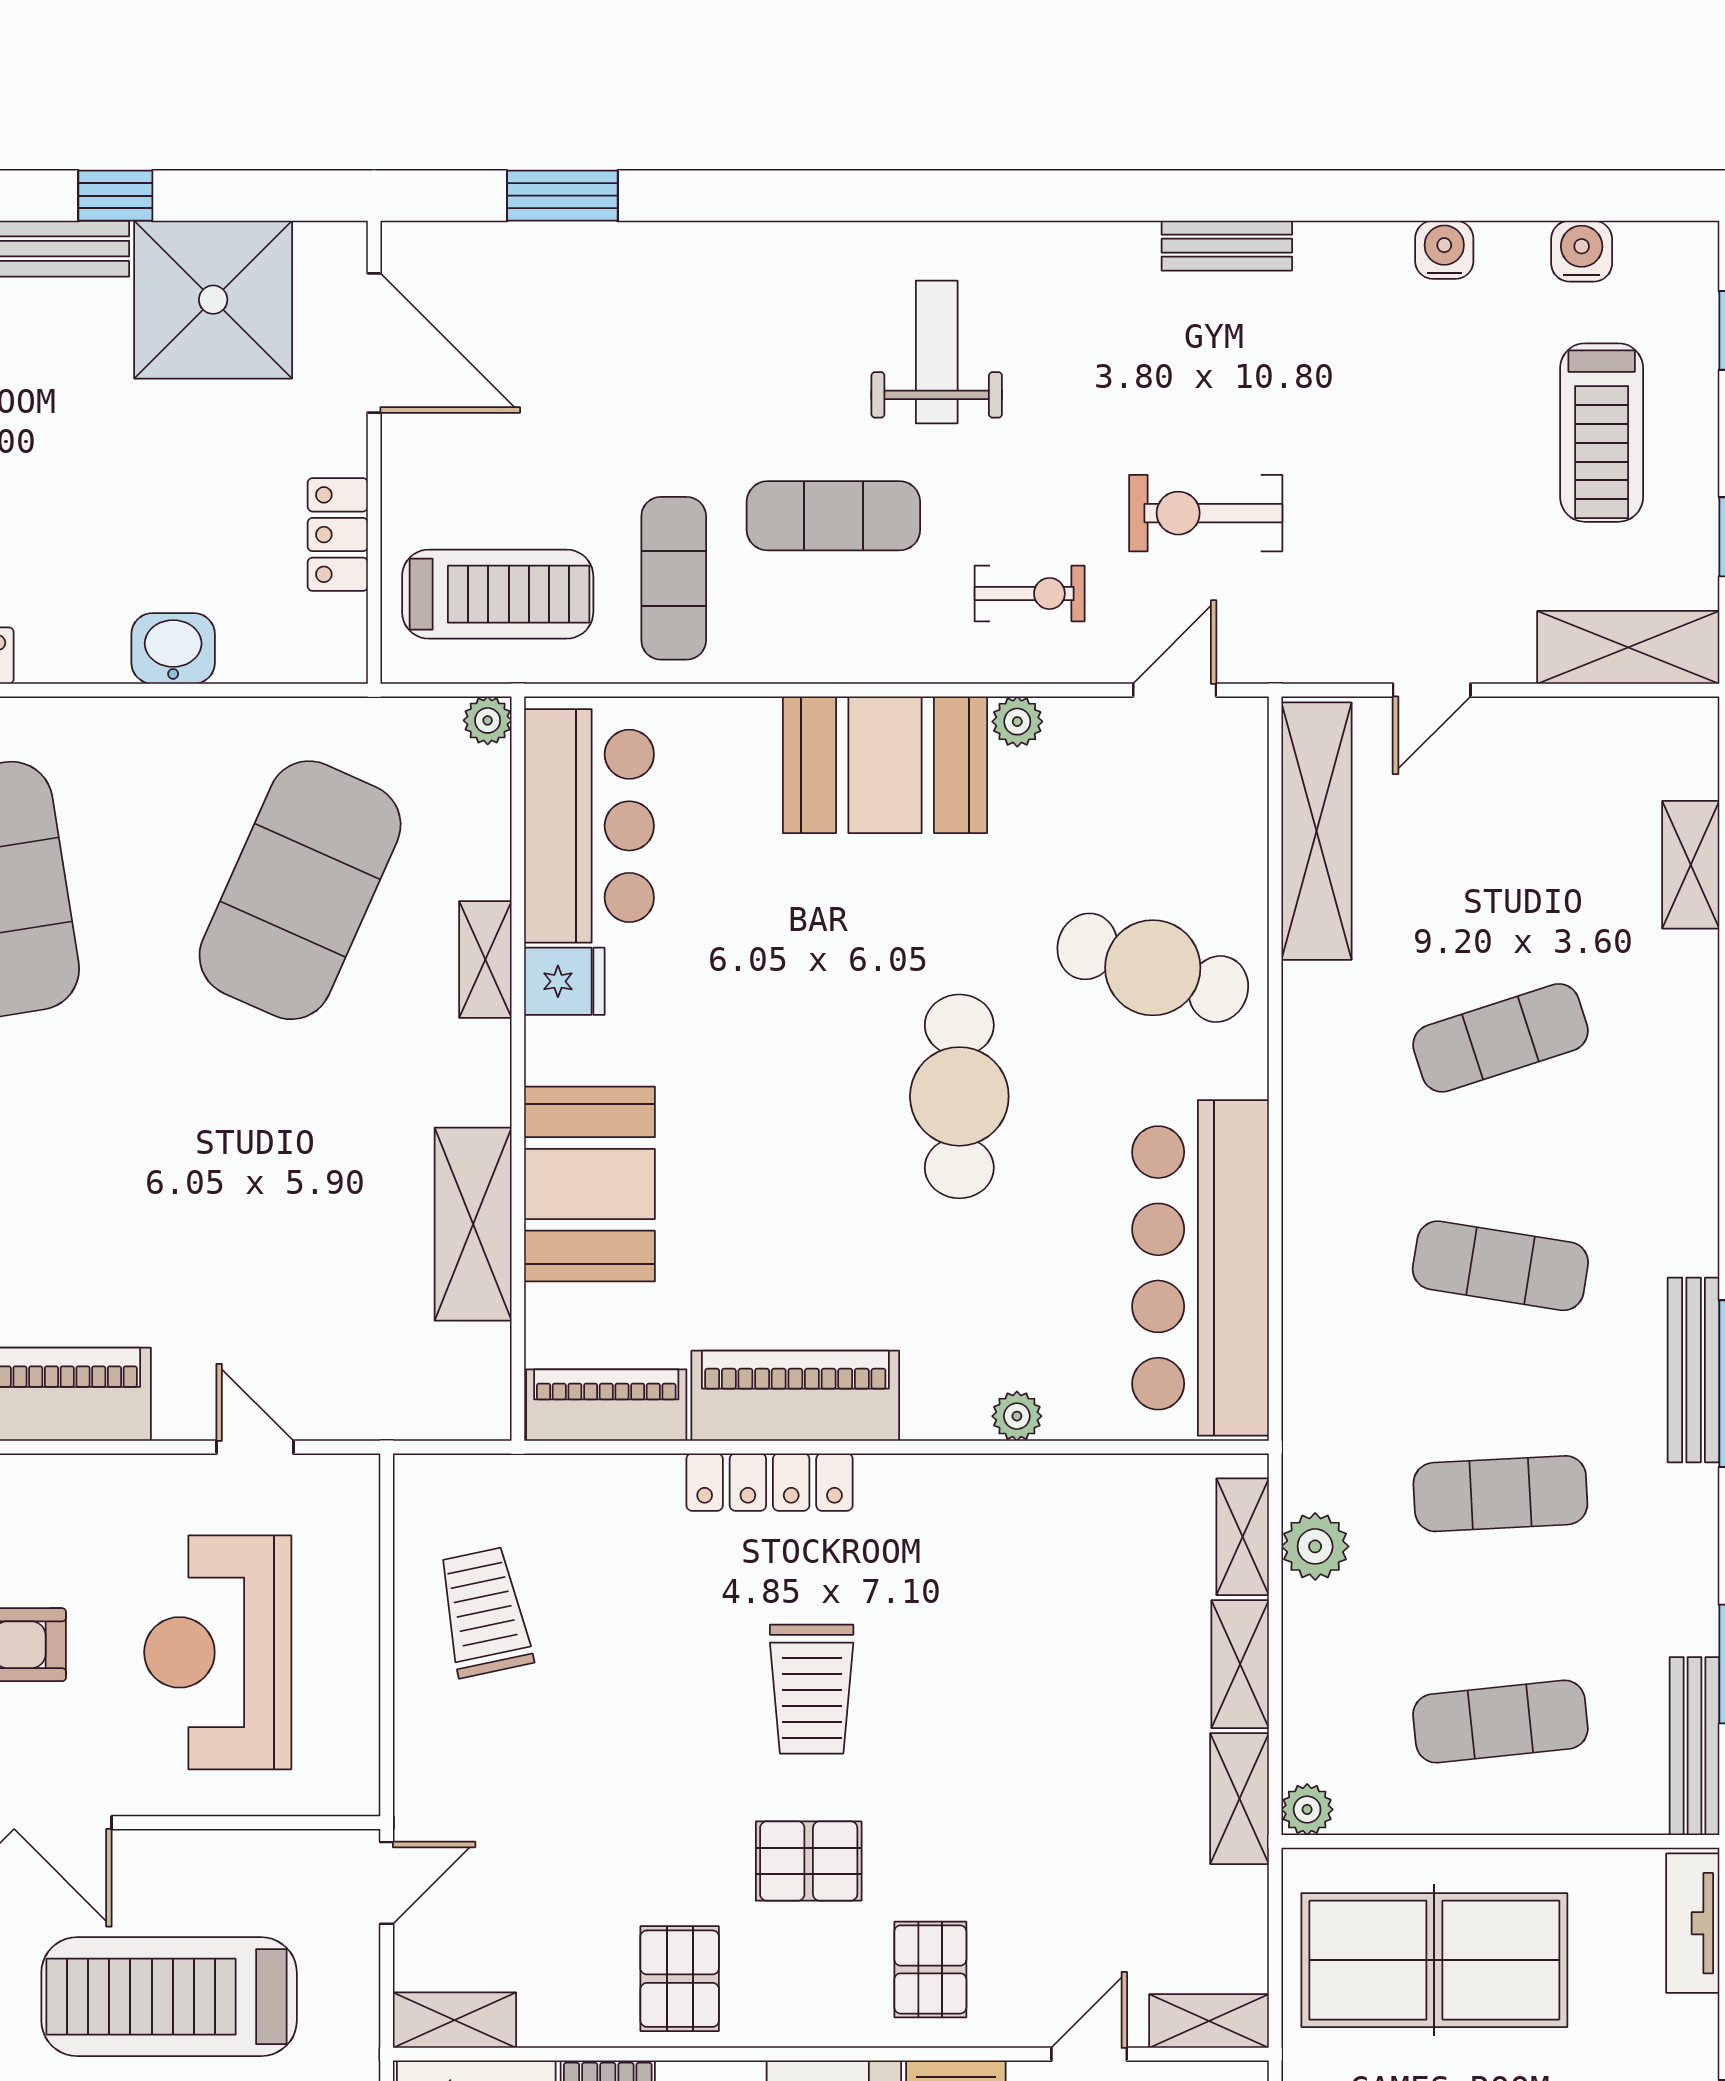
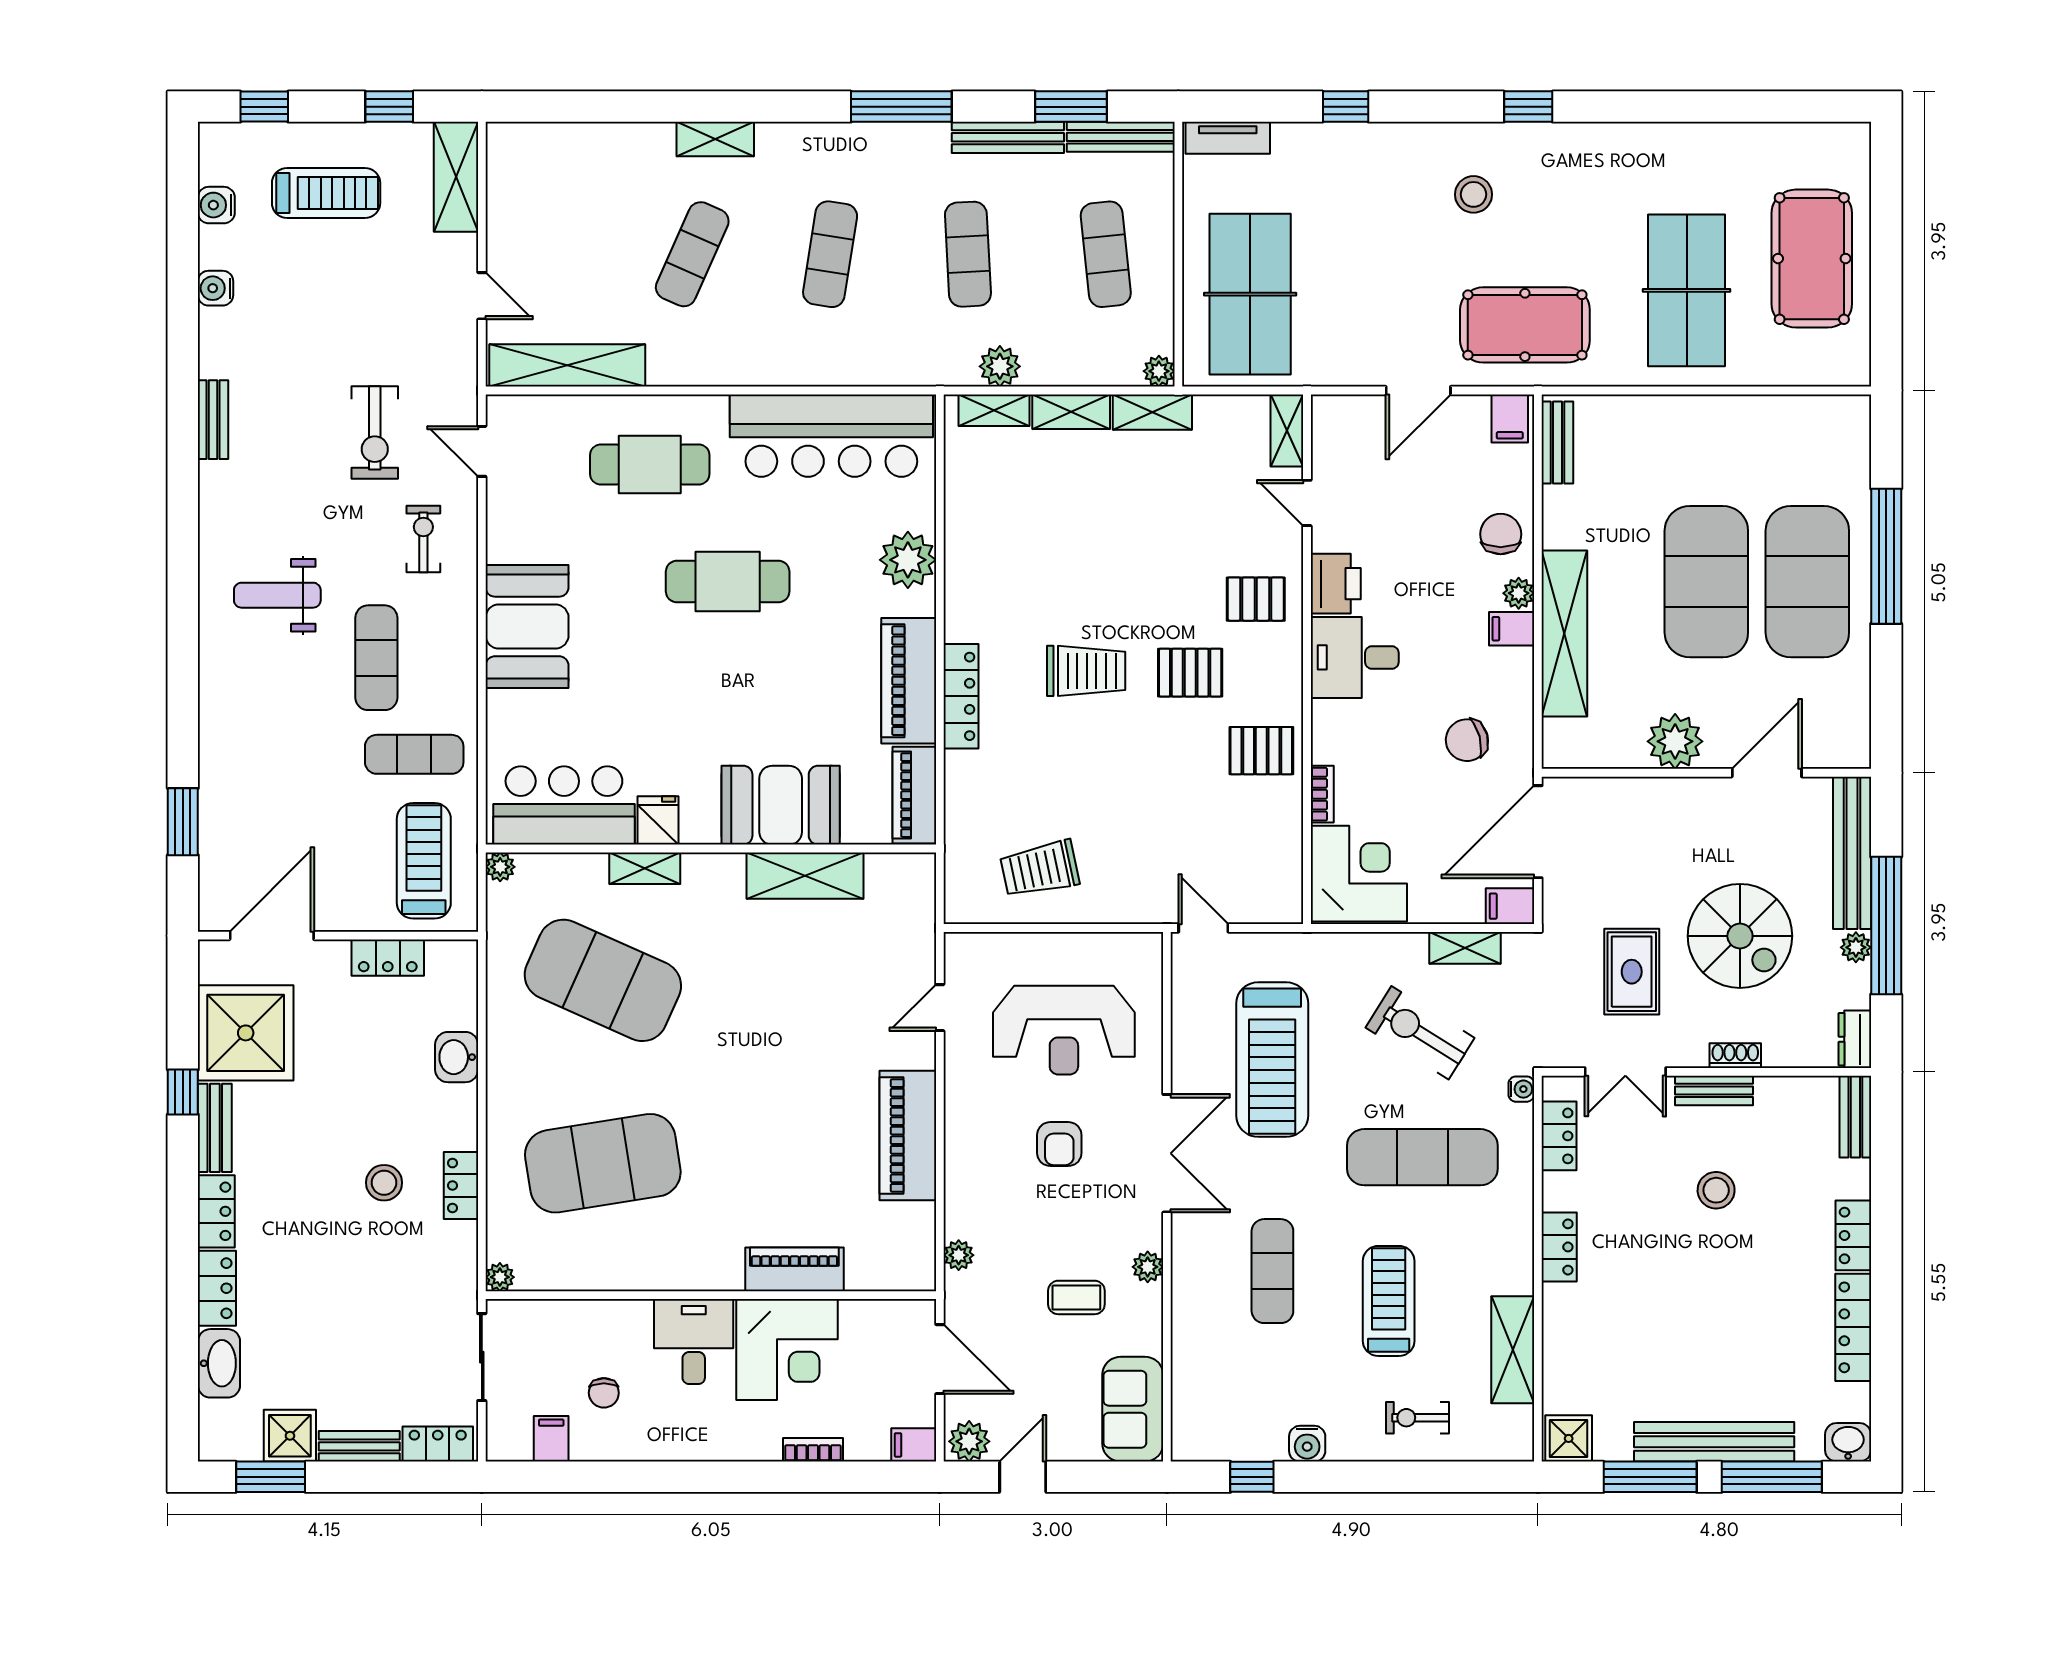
plant: (1017, 722) -> (501, 546), removed
shelving: (1691, 865) -> (715, 139), moved
cafe table: (1153, 968) -> (650, 464), turned 72
exercise mat: (1500, 1038) -> (692, 254), turned 42
bench: (1694, 1370) -> (1008, 137), moved
plant: (1017, 1416) -> (908, 560), width x1.88, depth x1.88
pallet: (809, 1861) -> (1190, 673), turned 90
shelving: (455, 2020) -> (1286, 887), removed

